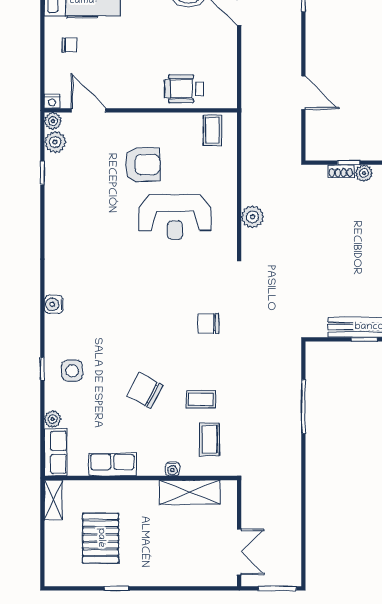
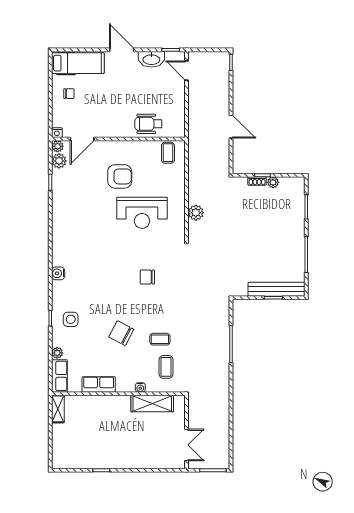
door: (88, 110) -> (82, 139), swing flipped
chair: (208, 324) -> (147, 277), moved
pallet: (101, 538) -> (90, 435), removed

